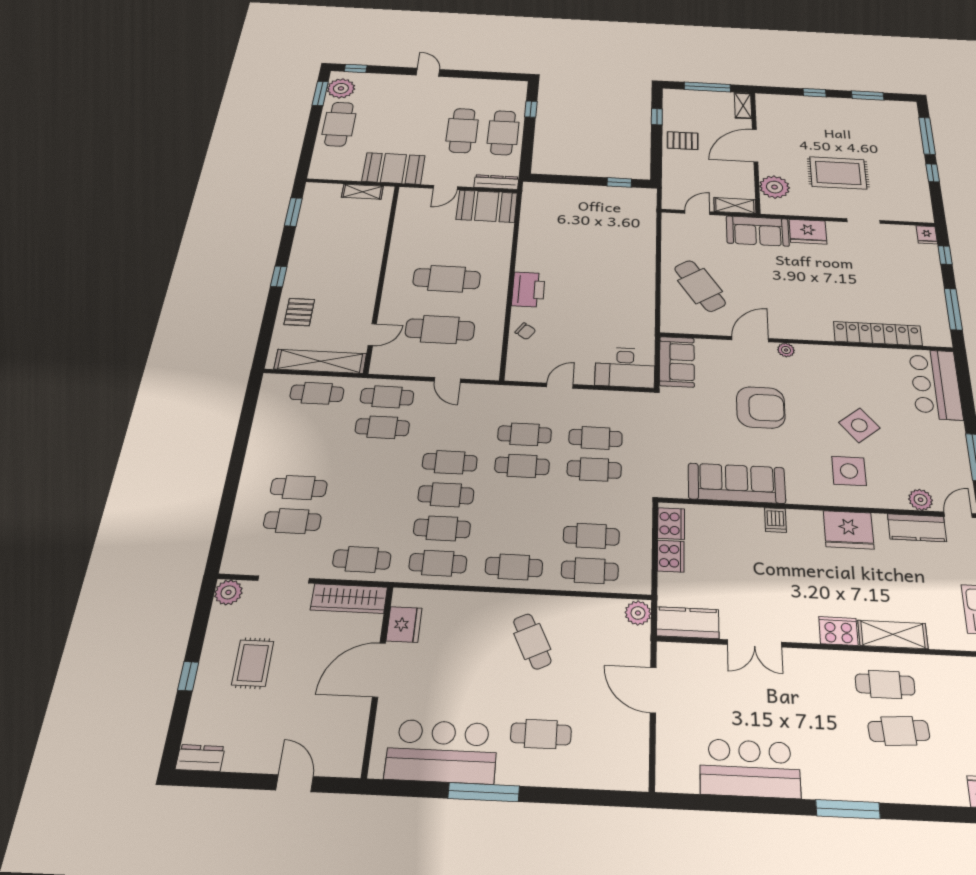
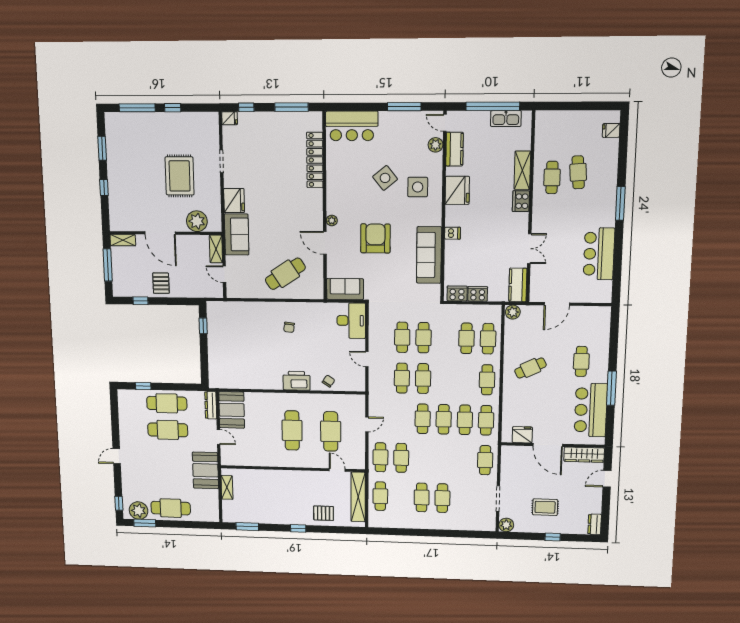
chair: (615, 285) -> (289, 327), added
cafe table: (292, 521) -> (422, 497), moved
wardrobe: (349, 599) -> (584, 455), moved, turned 90

